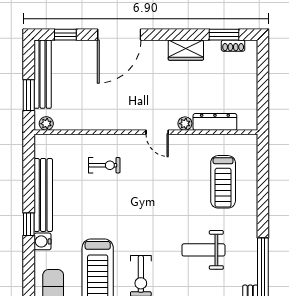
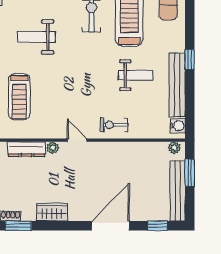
exercise bike: (104, 165) -> (114, 125), moved
treadmill: (223, 182) -> (19, 97), turned 180
weight bench: (91, 206) -> (135, 75), added
water cooler: (43, 241) -> (178, 126), moved
weight bench: (203, 250) -> (36, 37), turned 180

